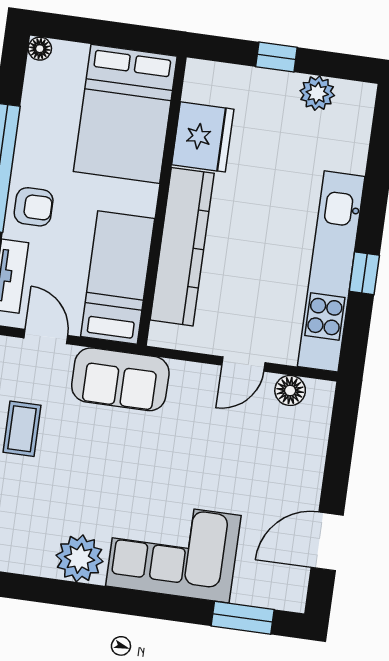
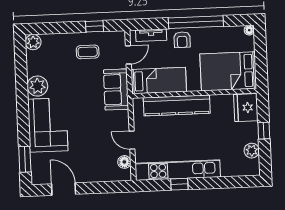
fridge: (203, 137) -> (246, 108), moved, turned 90

